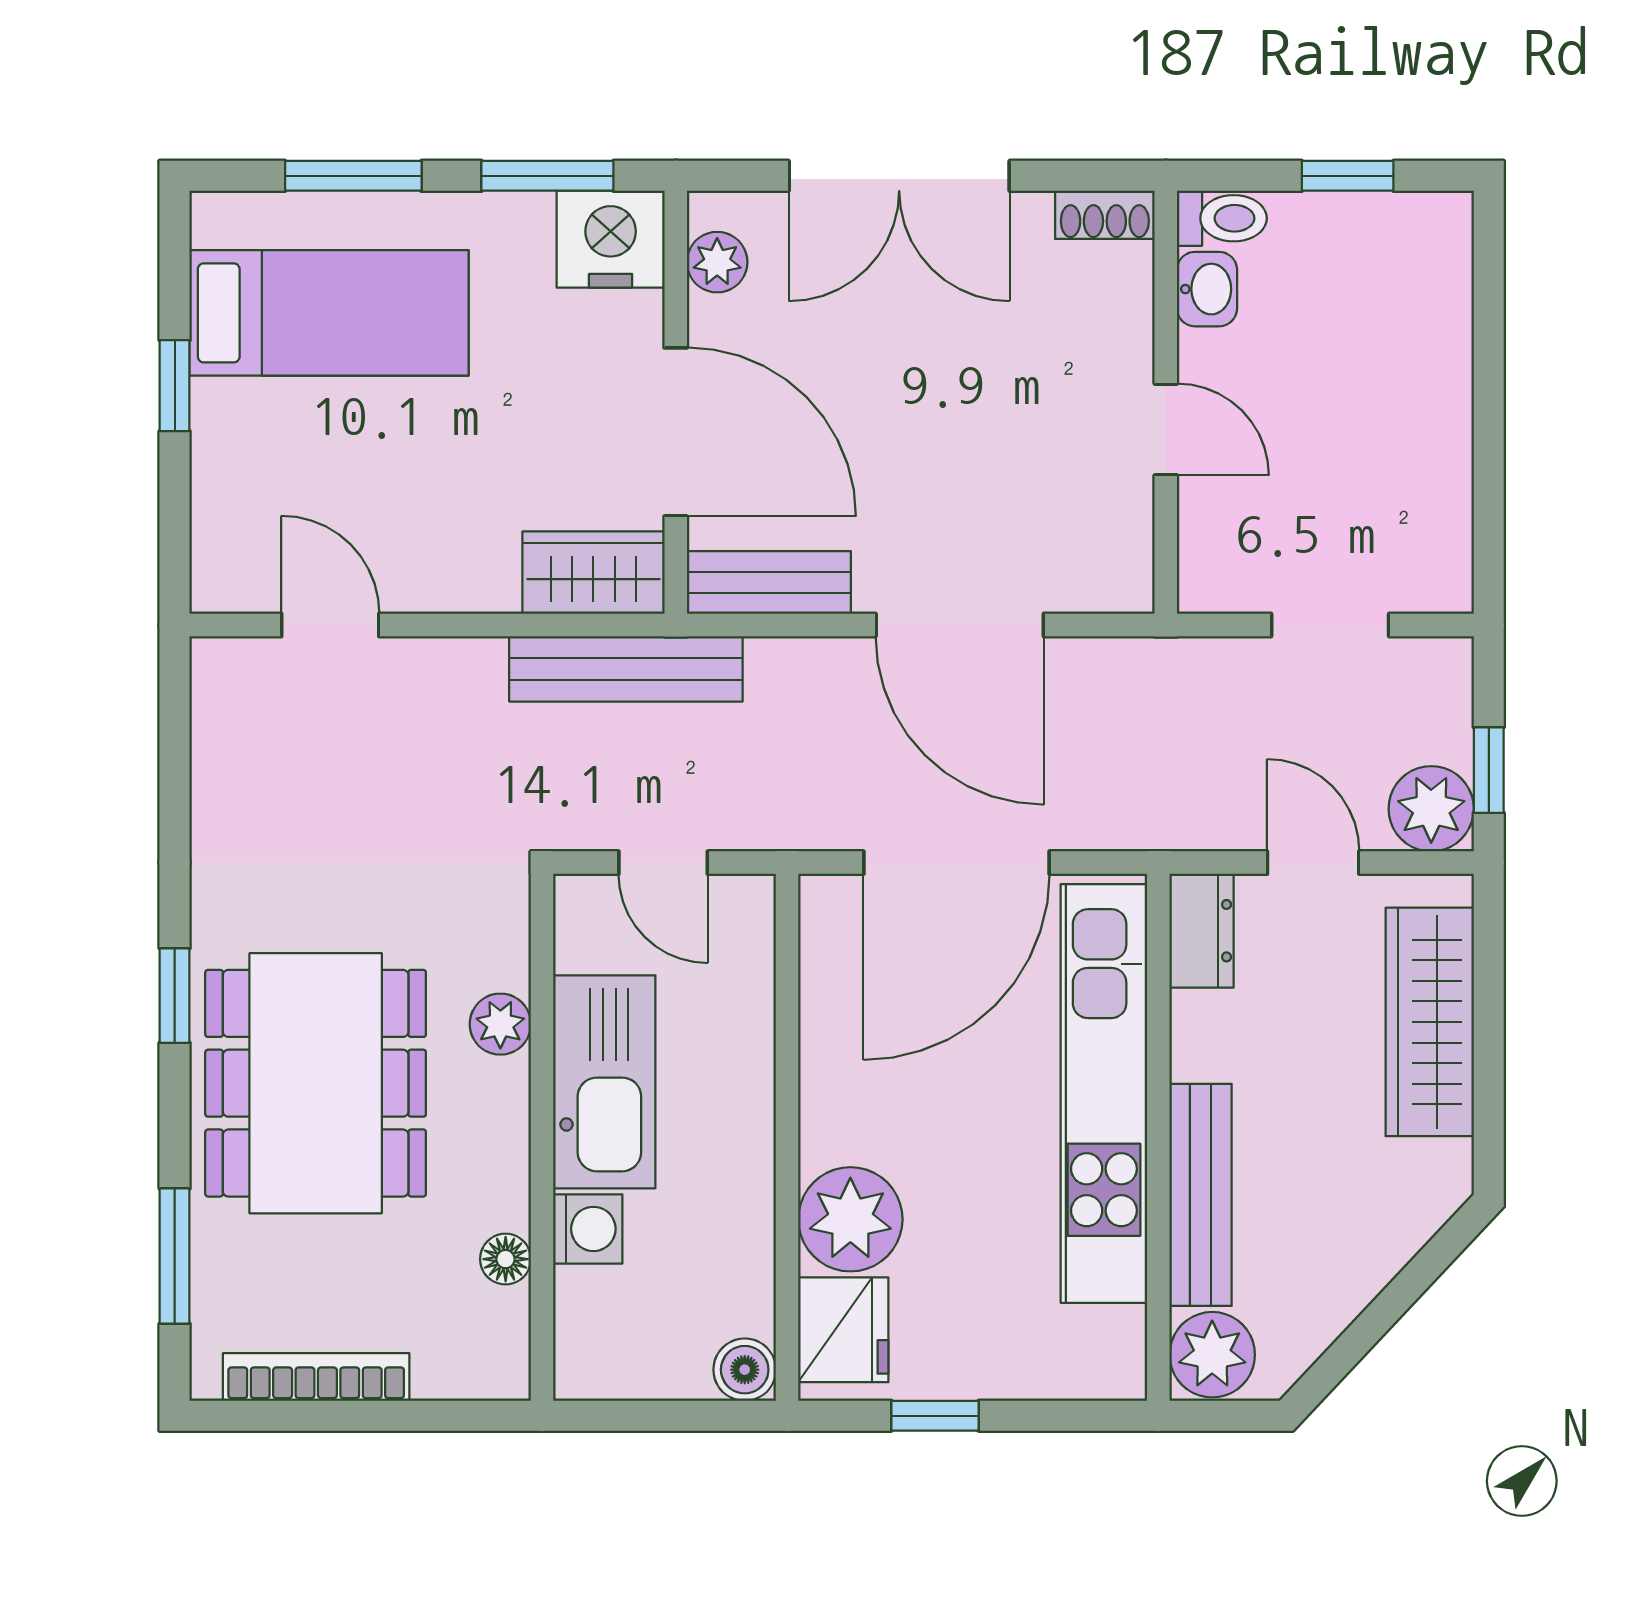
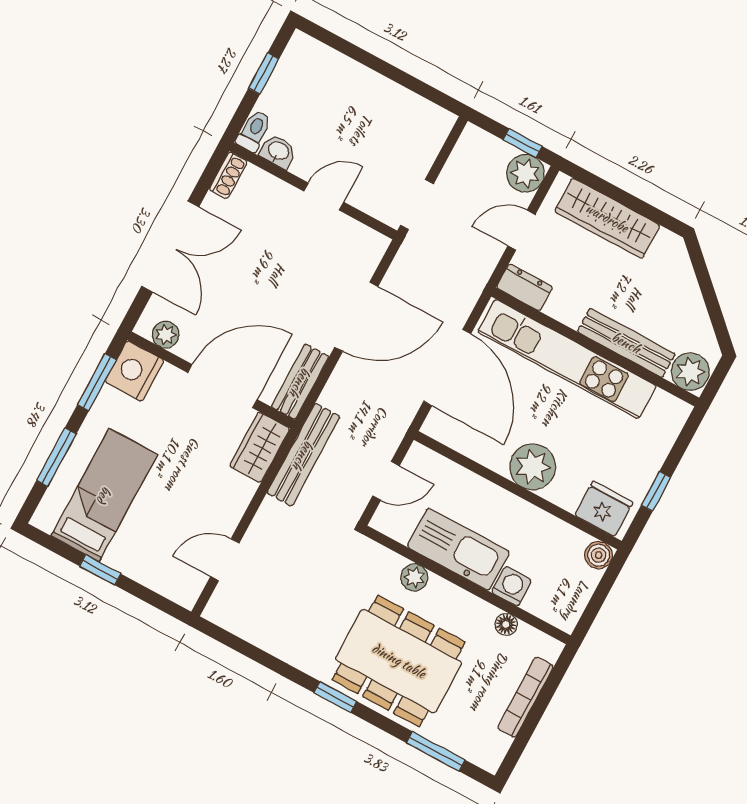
doorway: (1330, 625) -> (417, 205), moved
plant: (850, 1219) -> (533, 467), moved
bookcase: (316, 1377) -> (526, 697), moved

